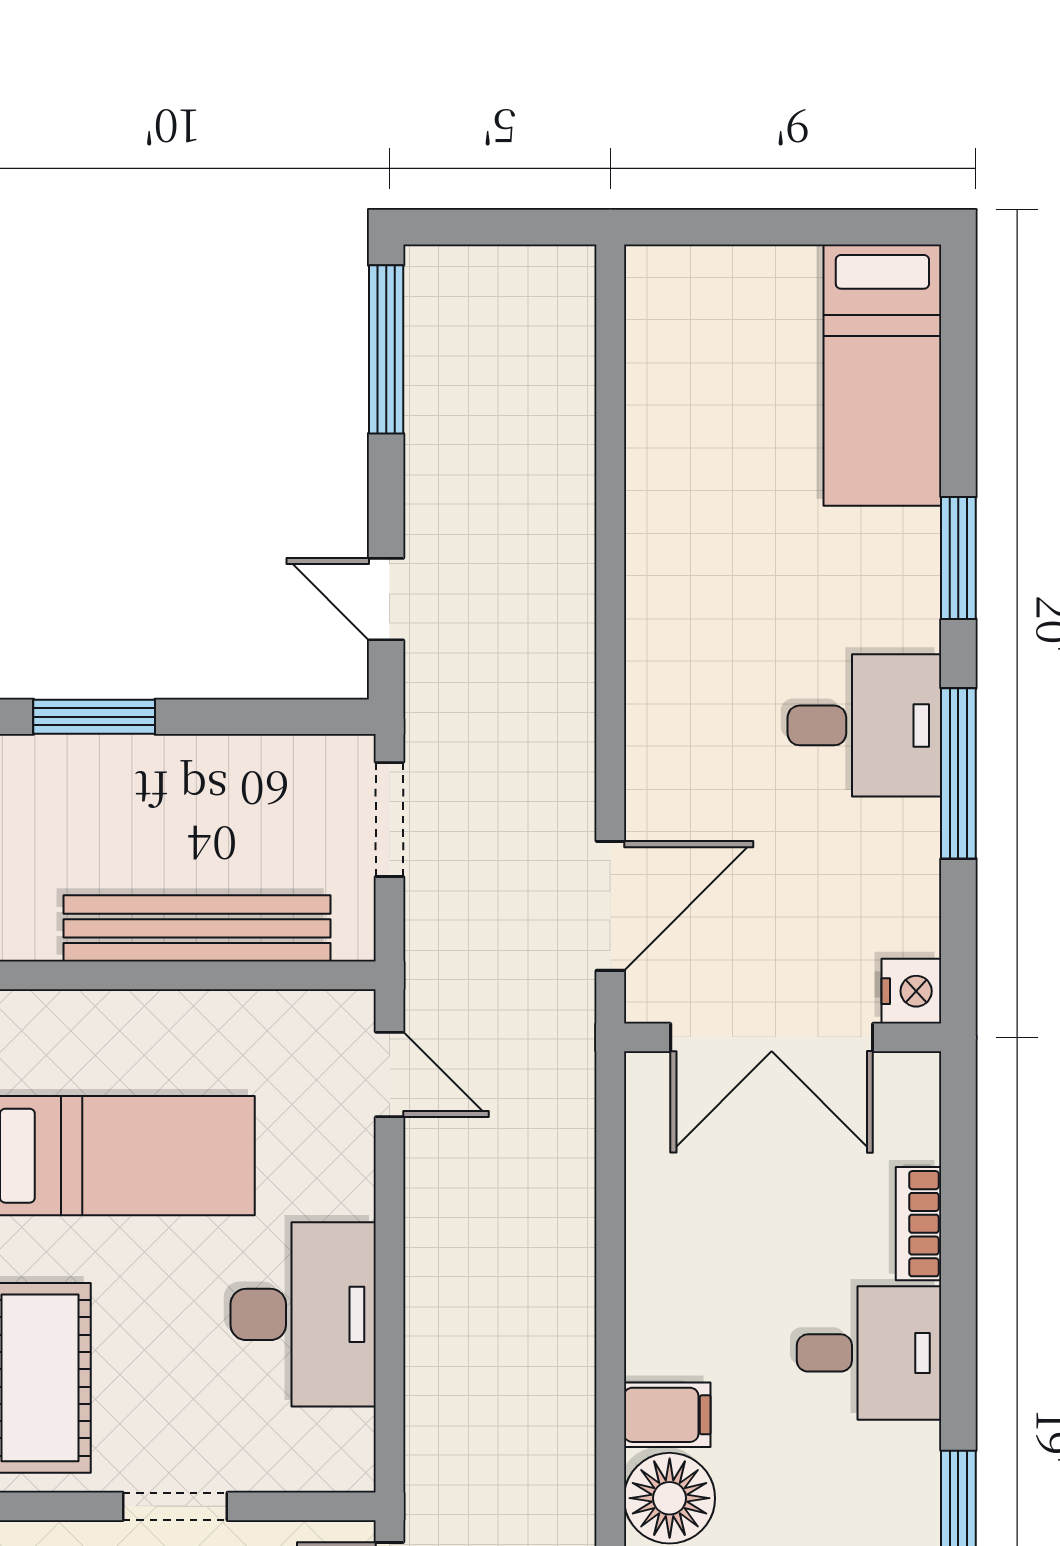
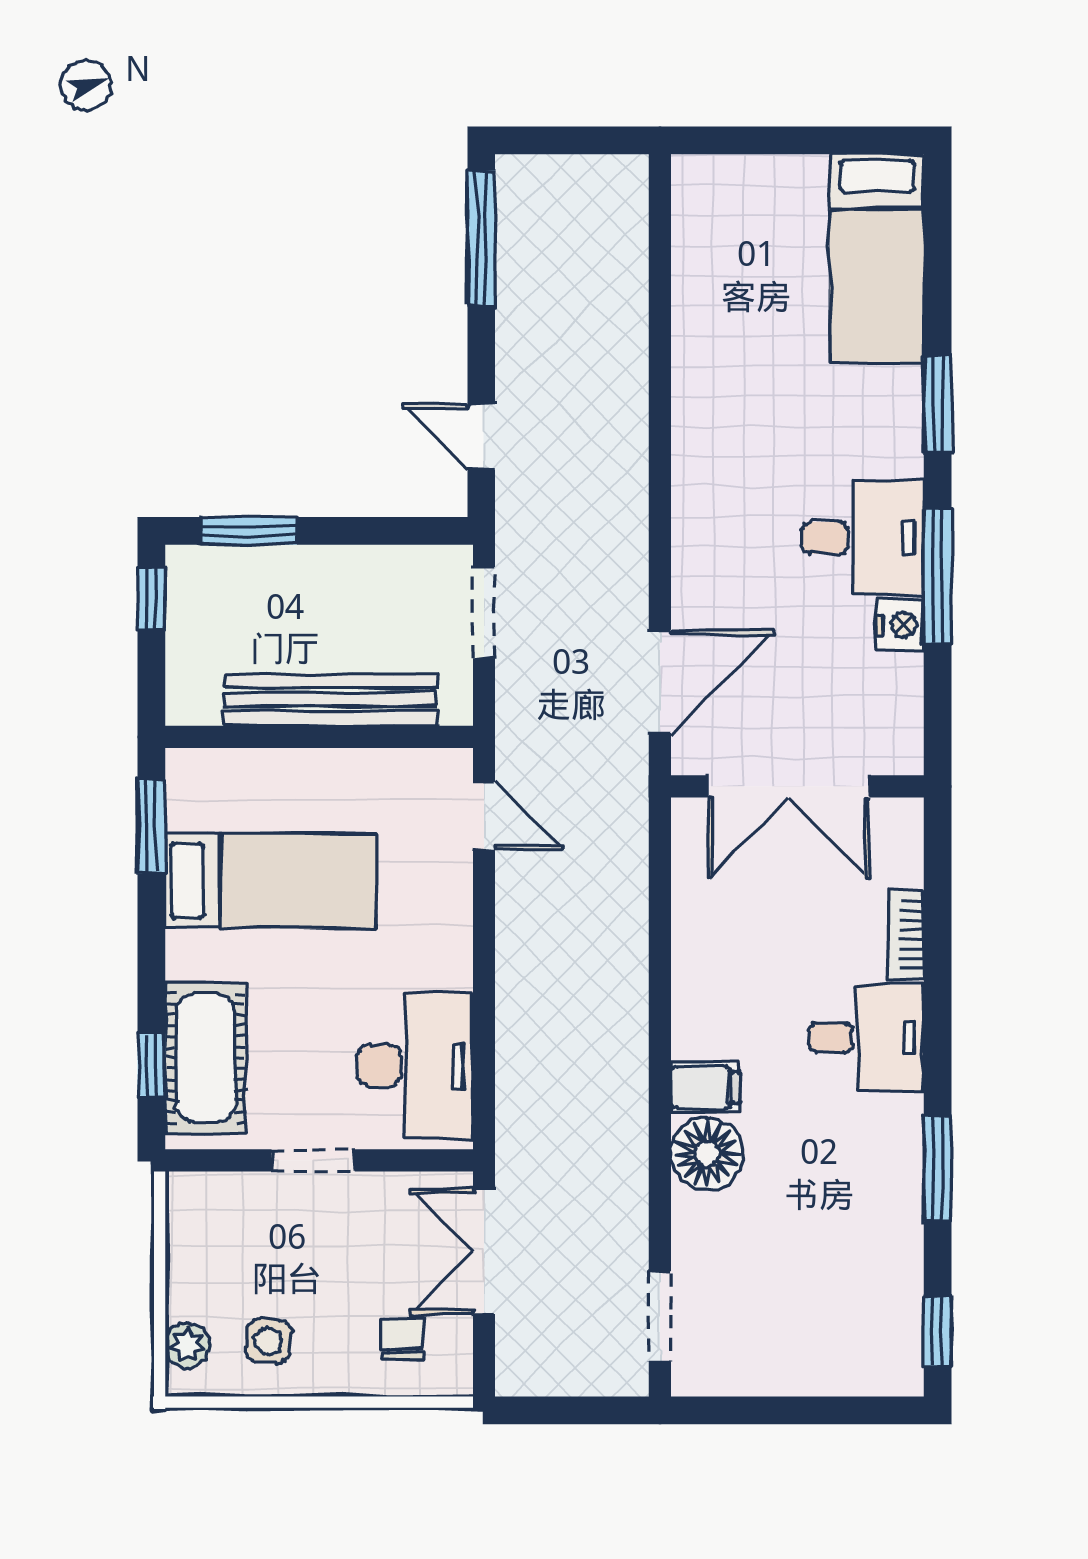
nightstand: (911, 991) -> (900, 625), moved
desk: (303, 1314) -> (415, 1066), moved

